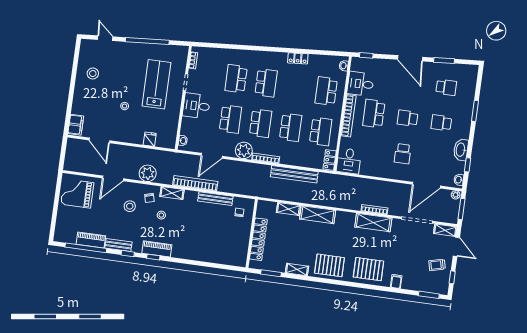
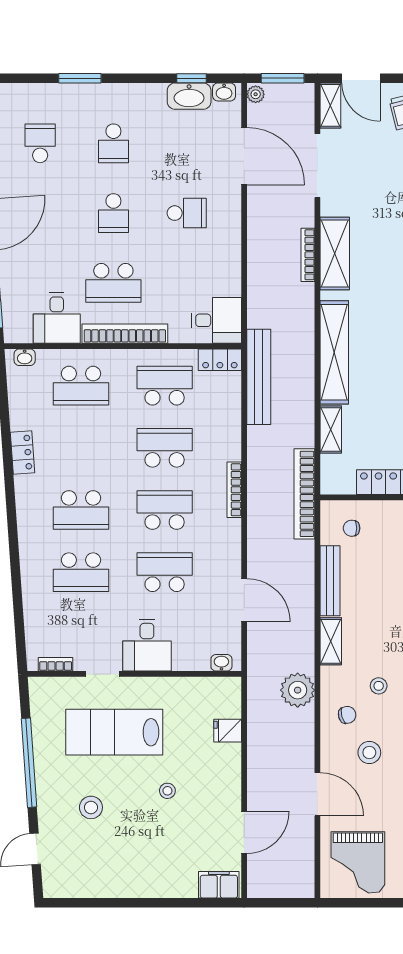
stool: (93, 73) -> (91, 807), moved
school desk: (266, 83) -> (81, 510), turned 180
plant: (244, 150) -> (224, 537), removed
washbasin: (461, 150) -> (189, 96), moved
plant: (148, 173) -> (298, 690), moved
bench: (294, 174) -> (259, 377), moved
bookcase: (195, 183) -> (304, 494), moved
shelving: (172, 193) -> (331, 641), moved
shelving: (318, 215) -> (334, 352), width x1.47
door: (456, 247) -> (361, 78), swing flipped

